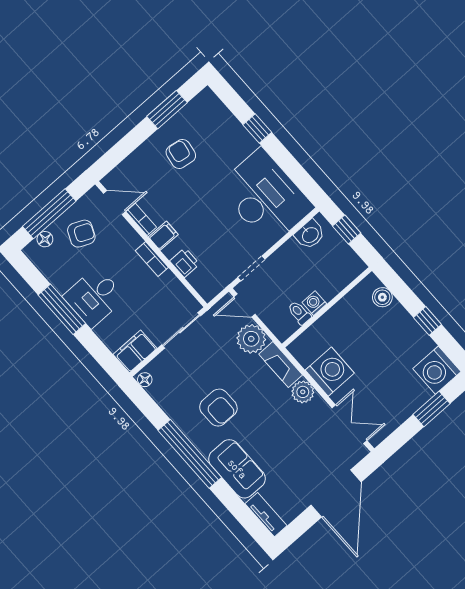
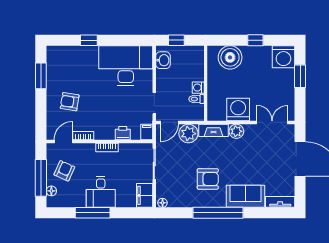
armchair: (181, 154) -> (70, 102), moved
filing cabinet: (163, 236) -> (147, 132), moved
boiler: (382, 297) -> (230, 57), width x1.86, depth x1.86

